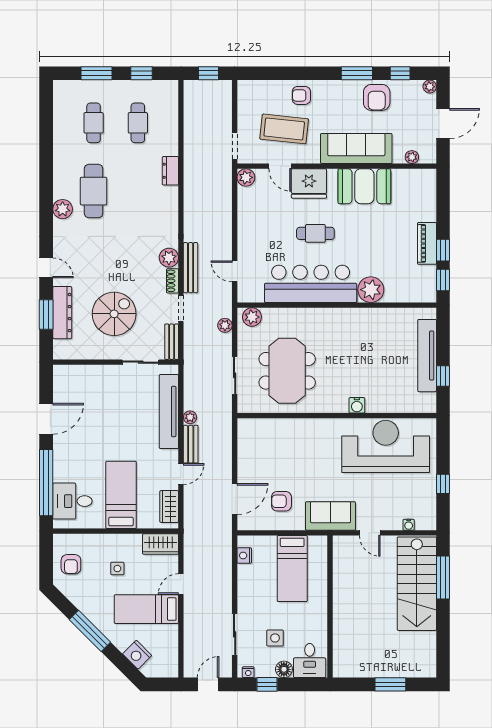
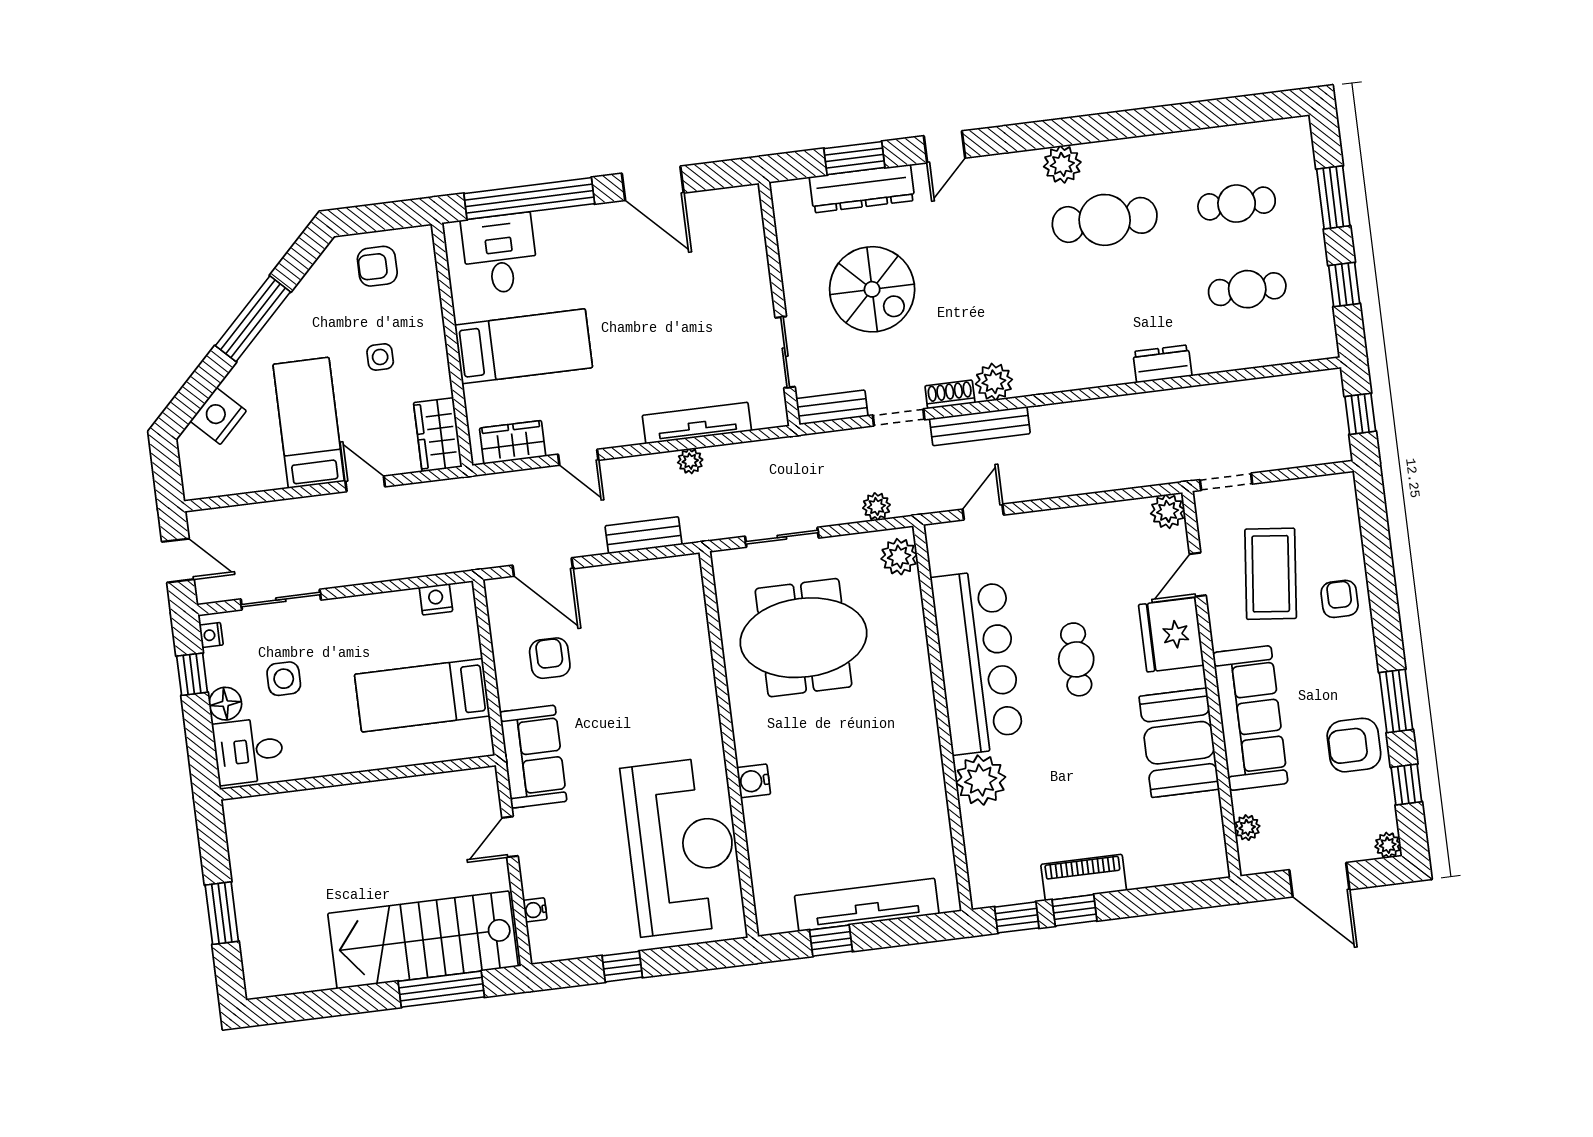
tv unit: (169, 411) -> (697, 423), width x0.73, depth x0.78
bench: (191, 444) -> (644, 535), moved

